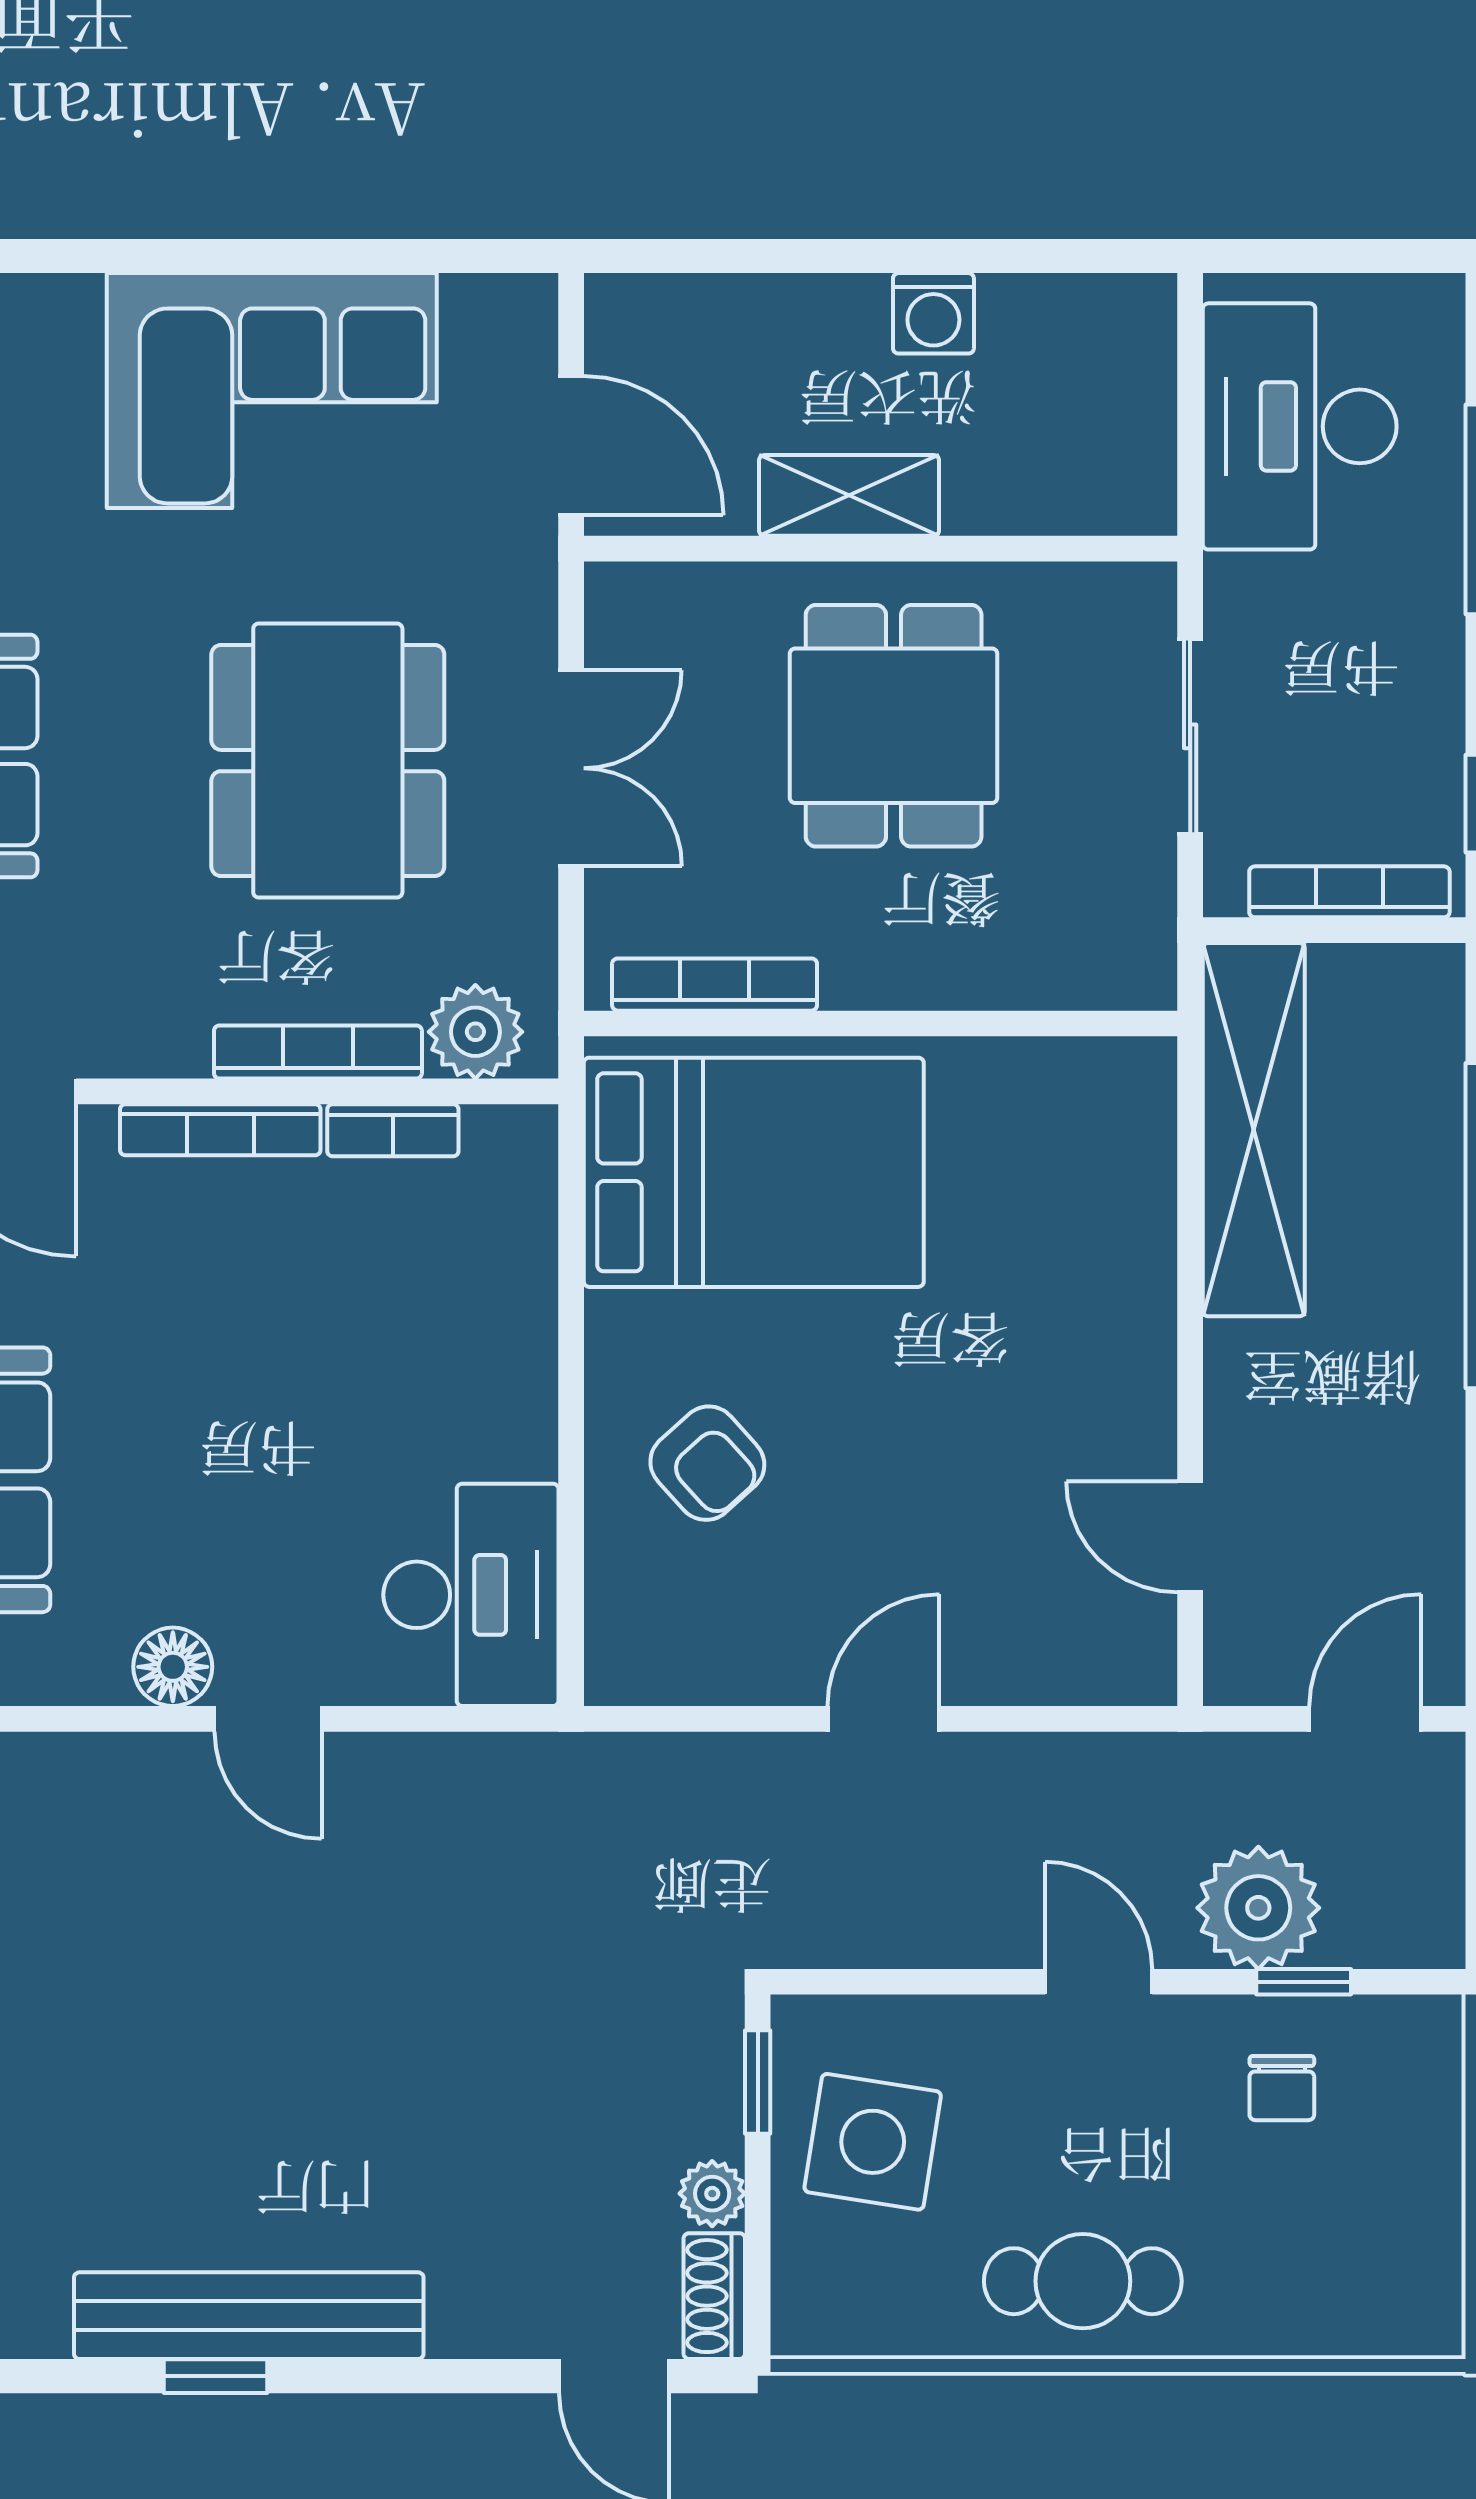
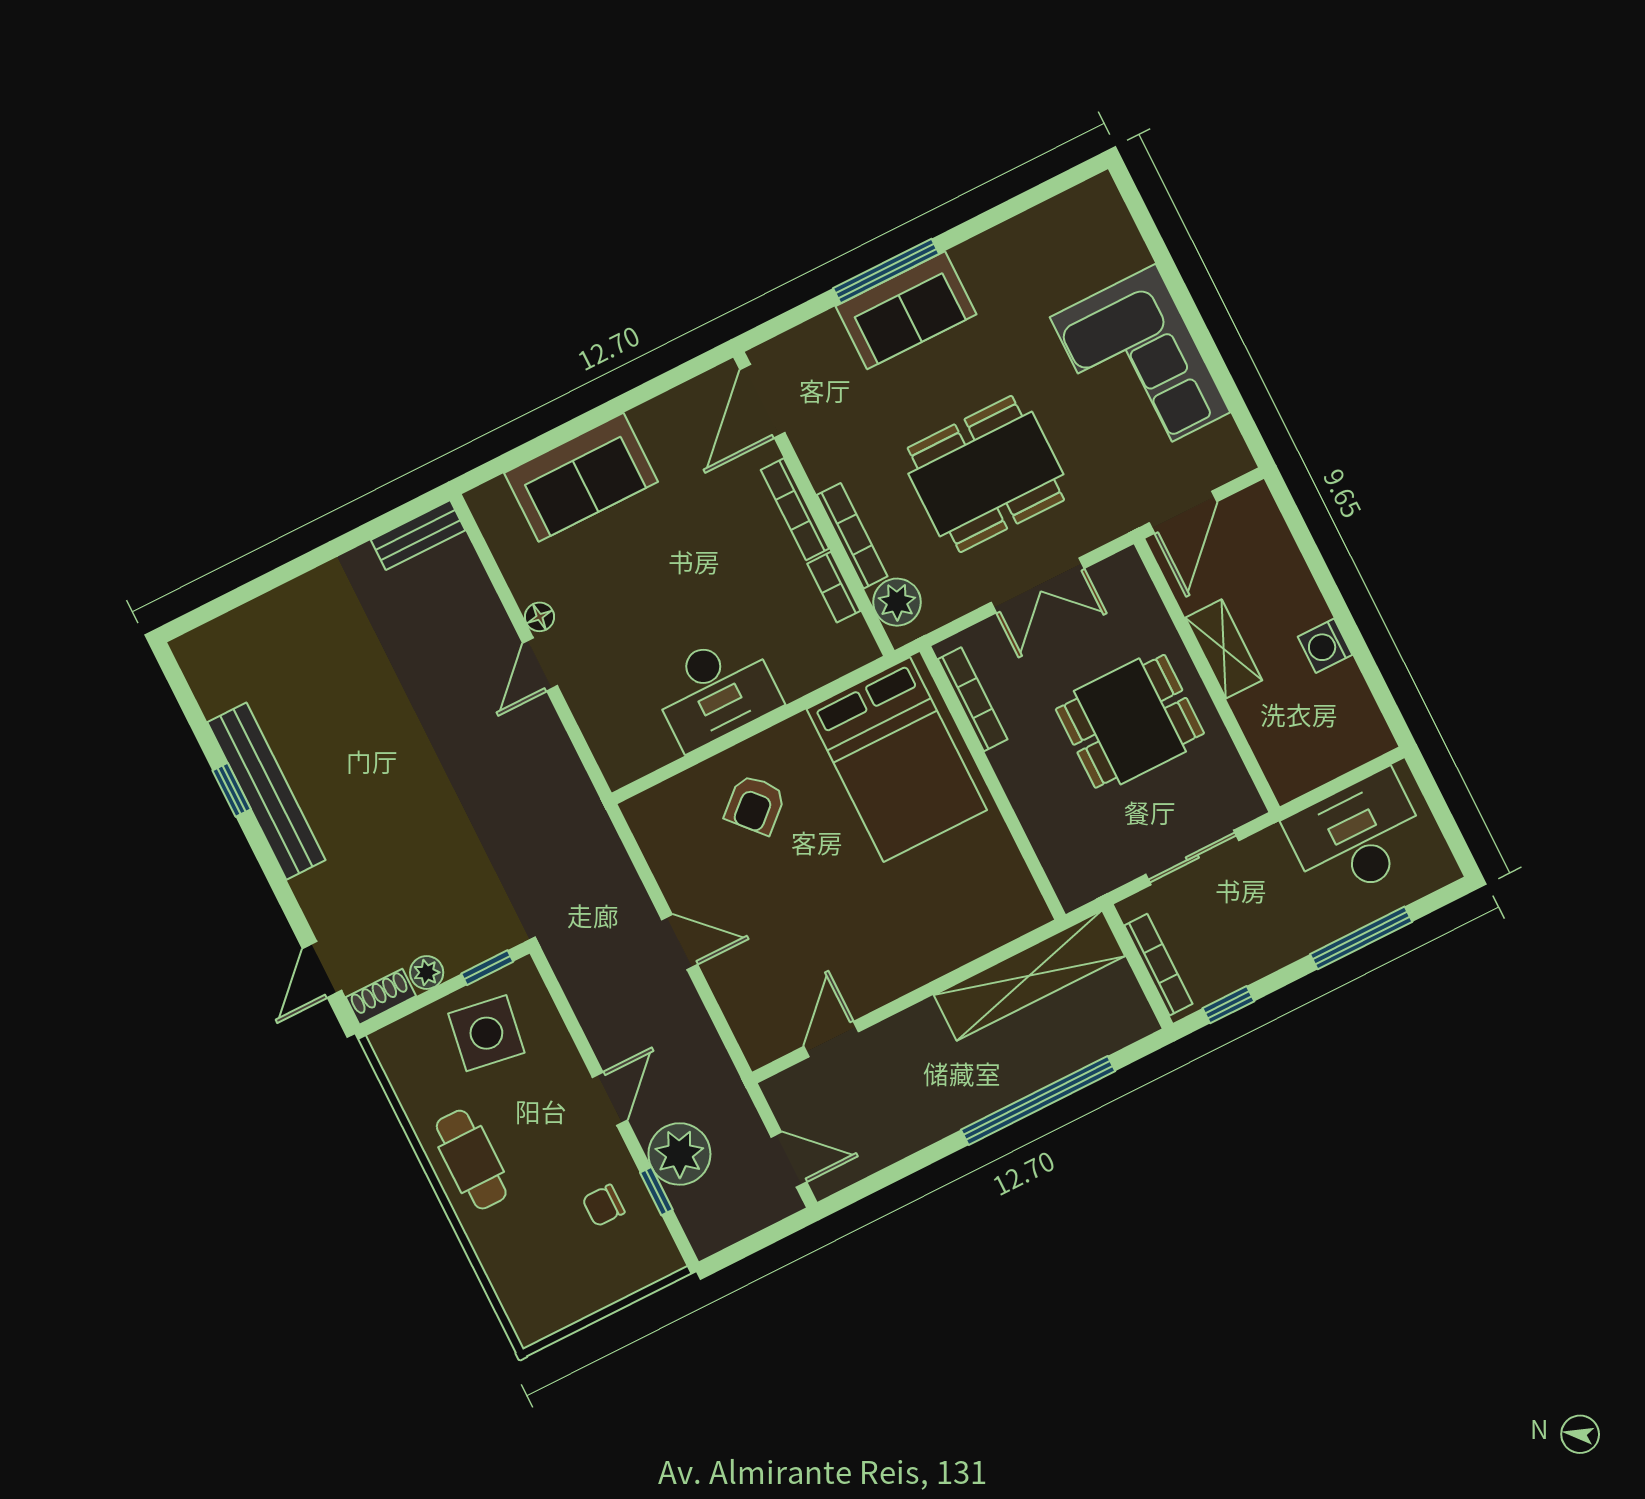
desk: (471, 1595) -> (716, 691), moved
floor lamp: (173, 1667) -> (539, 617), width x0.73, depth x0.73

